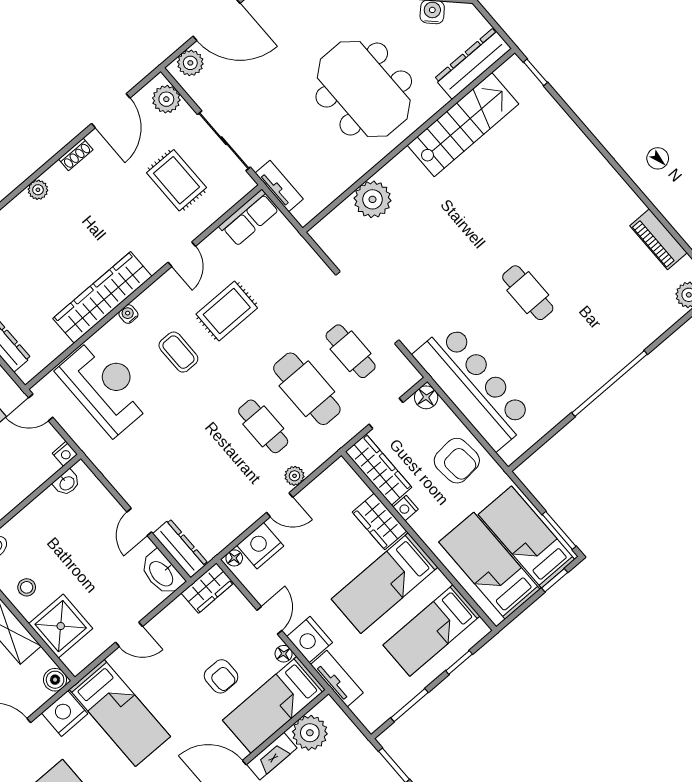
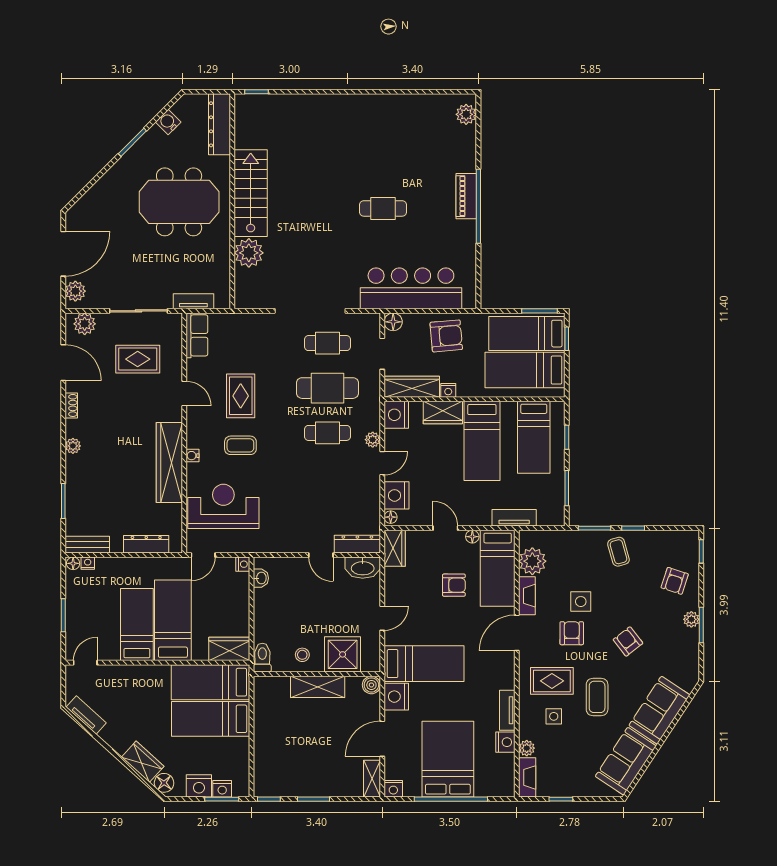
stairs: (463, 125) -> (251, 193), moved
piano: (659, 239) -> (466, 196), moved, turned 90
nightstand: (309, 640) -> (396, 415), moved, turned 90

